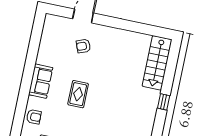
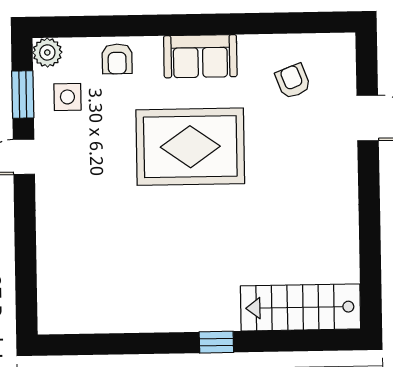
armchair: (83, 46) -> (293, 81), moved
rug: (78, 94) -> (190, 147), width x1.86, depth x2.06

